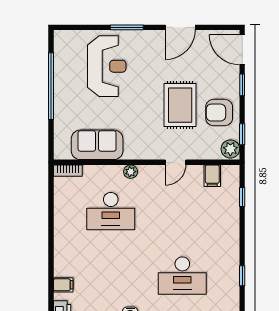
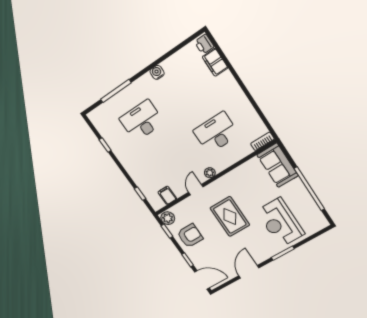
rug: (180, 105) -> (230, 217), moved
sofa: (97, 145) -> (278, 165), moved, turned 90
plant: (131, 172) -> (210, 173), moved
filing cabinet: (63, 285) -> (215, 62), width x2.00

